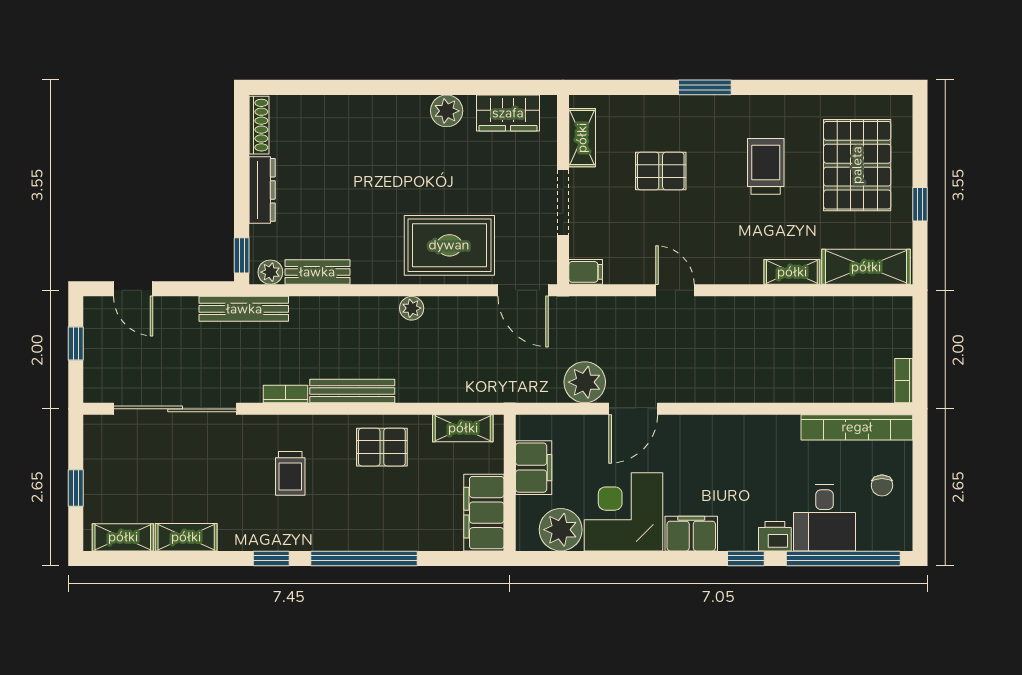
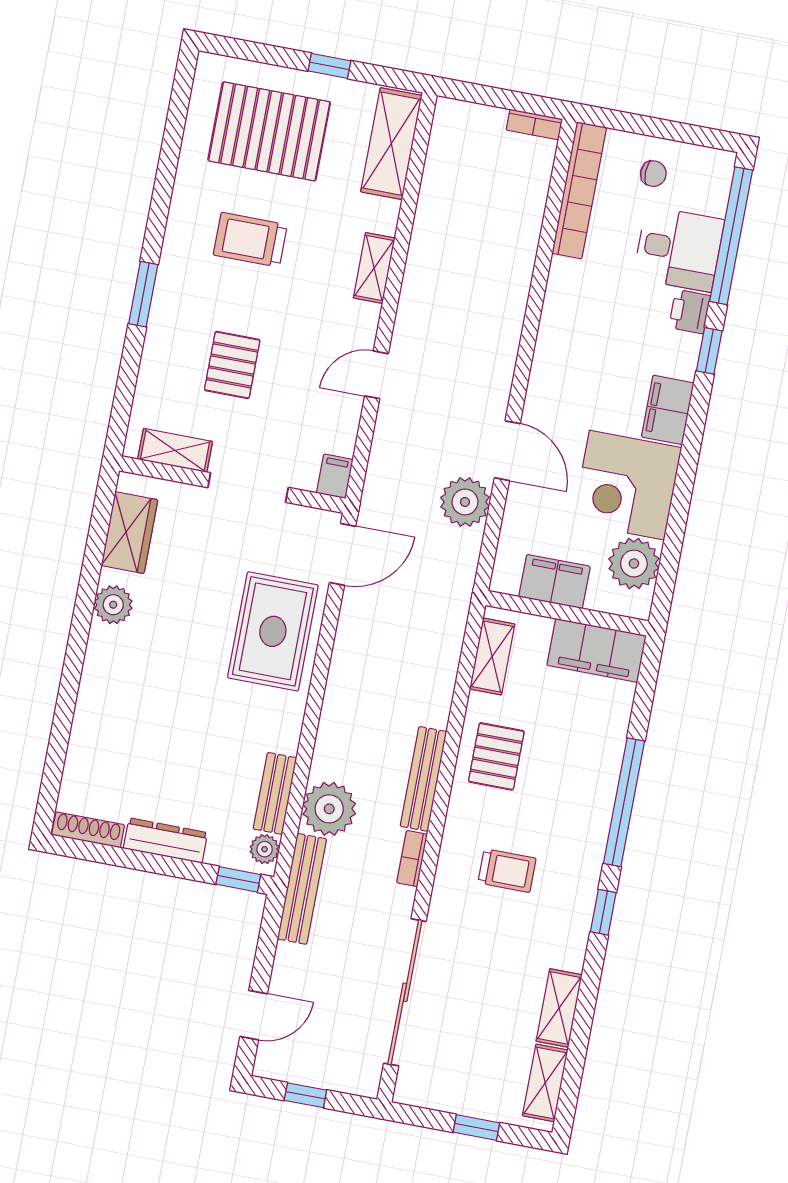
shelving: (792, 272) -> (374, 268), moved
plant: (412, 308) -> (329, 809), moved, width x1.88, depth x1.88

